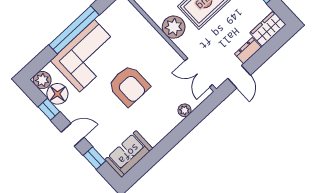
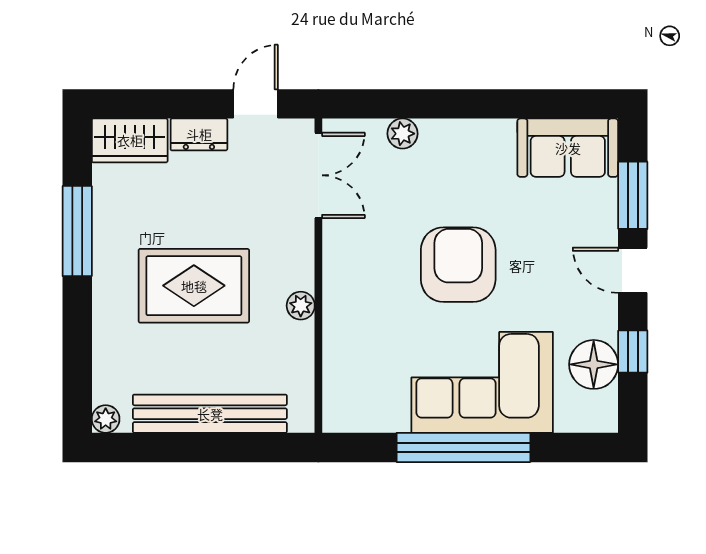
plant: (174, 27) -> (301, 306), width x0.53, depth x0.53
plant: (42, 80) -> (598, 412), removed
window: (95, 158) -> (633, 195), width x1.50

